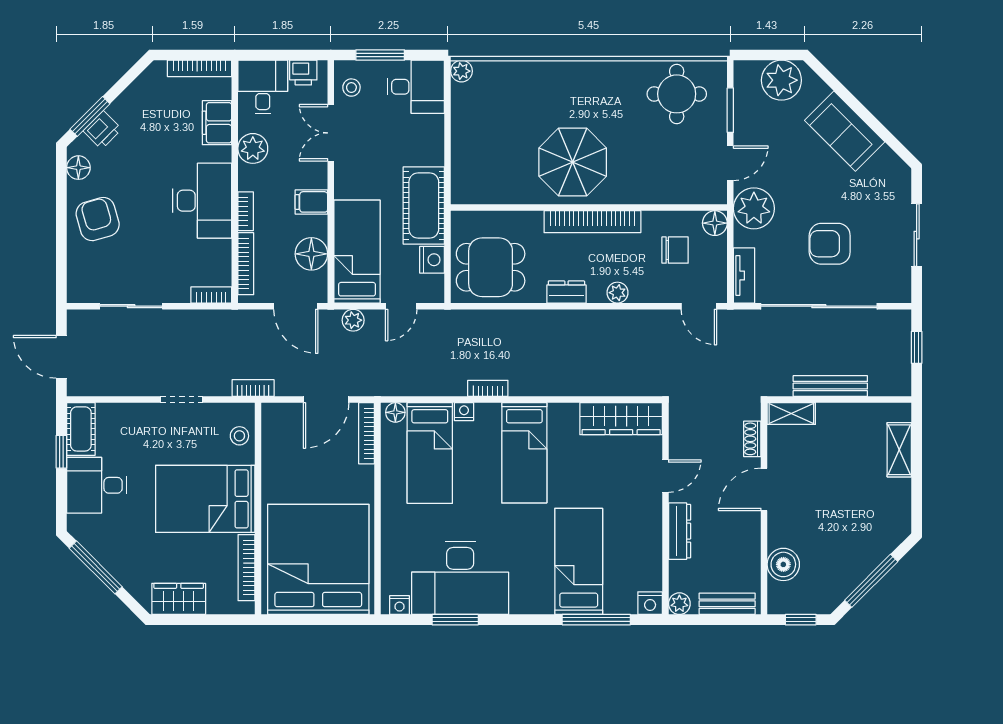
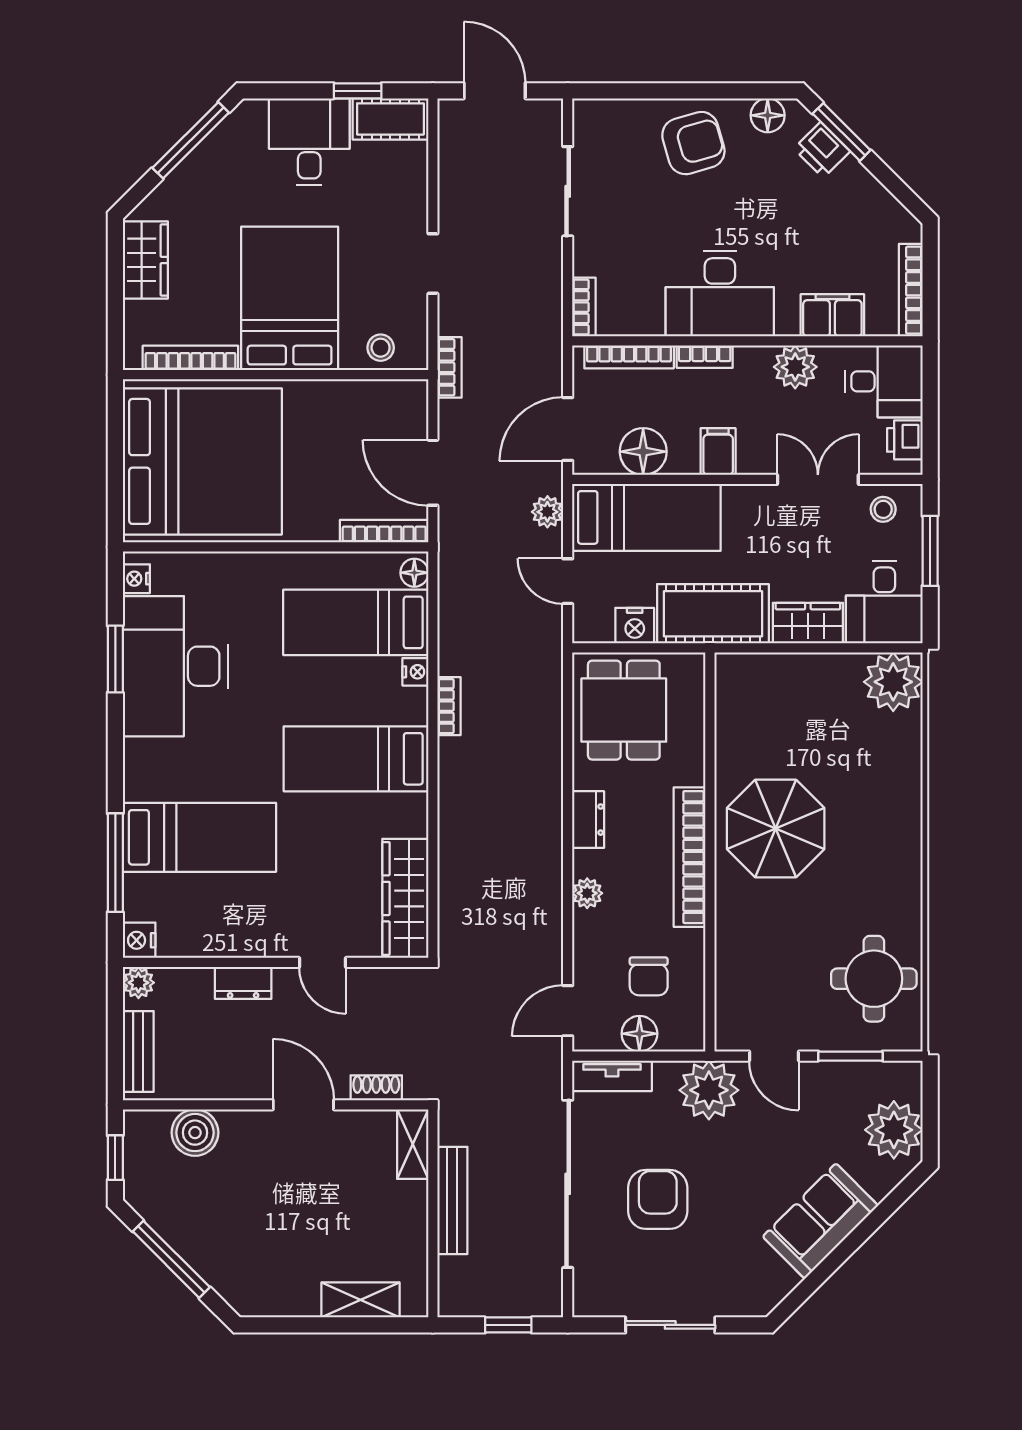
plant: (461, 71) -> (893, 682), width x1.88, depth x1.88
wardrobe: (430, 140) -> (808, 623), added
floor lamp: (715, 223) -> (639, 1034), moved
door: (61, 357) -> (495, 91), hinge flipped
dresser: (680, 531) -> (243, 983), width x0.70

